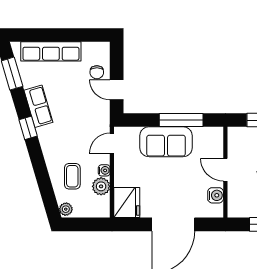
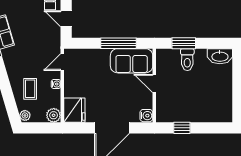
sofa: (166, 142) -> (132, 61), moved
plant: (101, 186) -> (54, 115), moved
water cooler: (216, 195) -> (146, 116), moved

